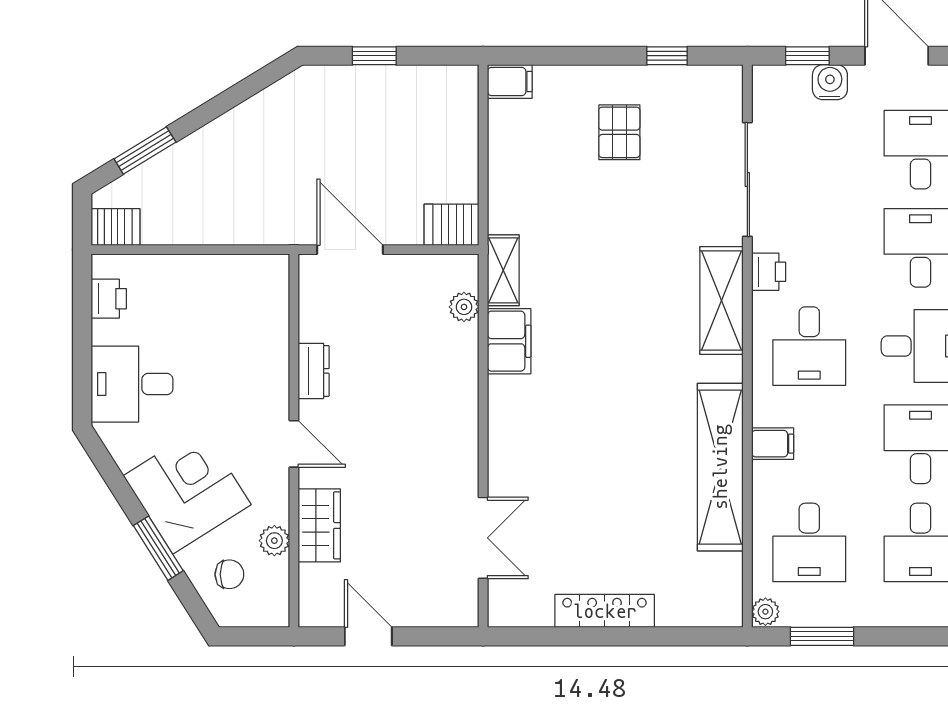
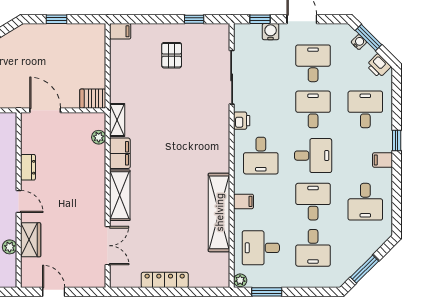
shelving: (721, 301) -> (120, 195), moved
desk: (809, 542) -> (261, 248), turned 90

